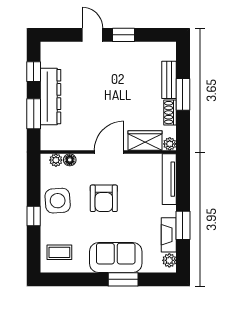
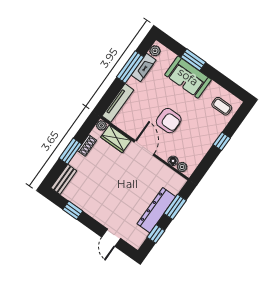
door: (92, 35) -> (111, 238), moved
window: (123, 35) -> (73, 210), moved
bench: (169, 80) -> (64, 179), moved
door: (109, 152) -> (144, 148), swing flipped
armchair: (104, 198) -> (169, 121), turned 90
side table: (58, 201) -> (199, 140), removed
window: (183, 225) -> (130, 67), width x1.44

